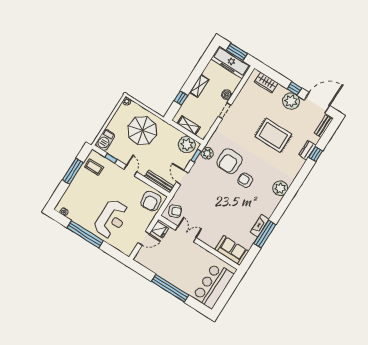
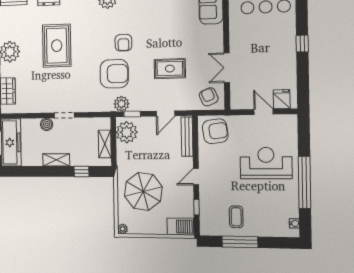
coffee table: (94, 167) -> (236, 217), moved
rug: (209, 199) -> (170, 69), added
fridge: (160, 229) -> (282, 99), moved
window: (170, 288) -> (302, 44), width x0.32

